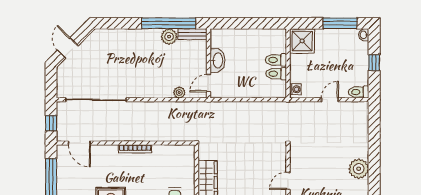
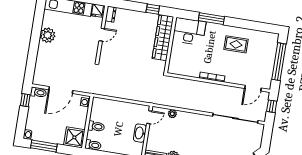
window: (374, 63) -> (25, 100), moved
toilet: (276, 74) -> (93, 145), moved
door: (330, 100) -> (61, 90), width x1.87
door: (79, 143) -> (253, 88), swing flipped

